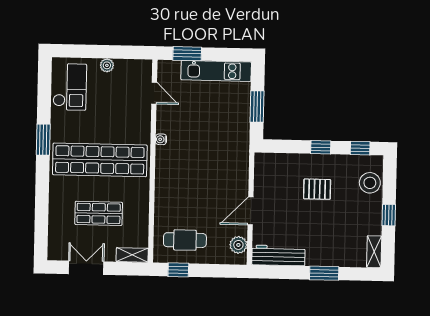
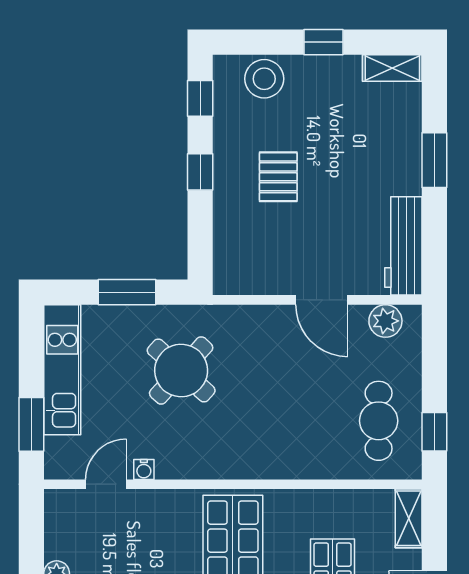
round table: (214, 135) -> (181, 370), added
water cooler: (161, 139) -> (144, 469), moved

